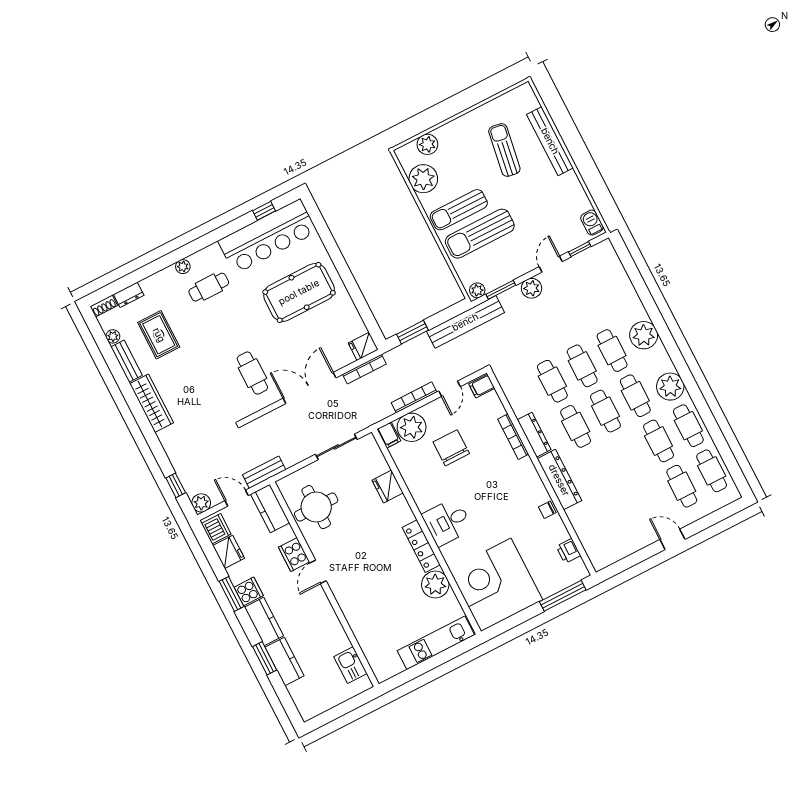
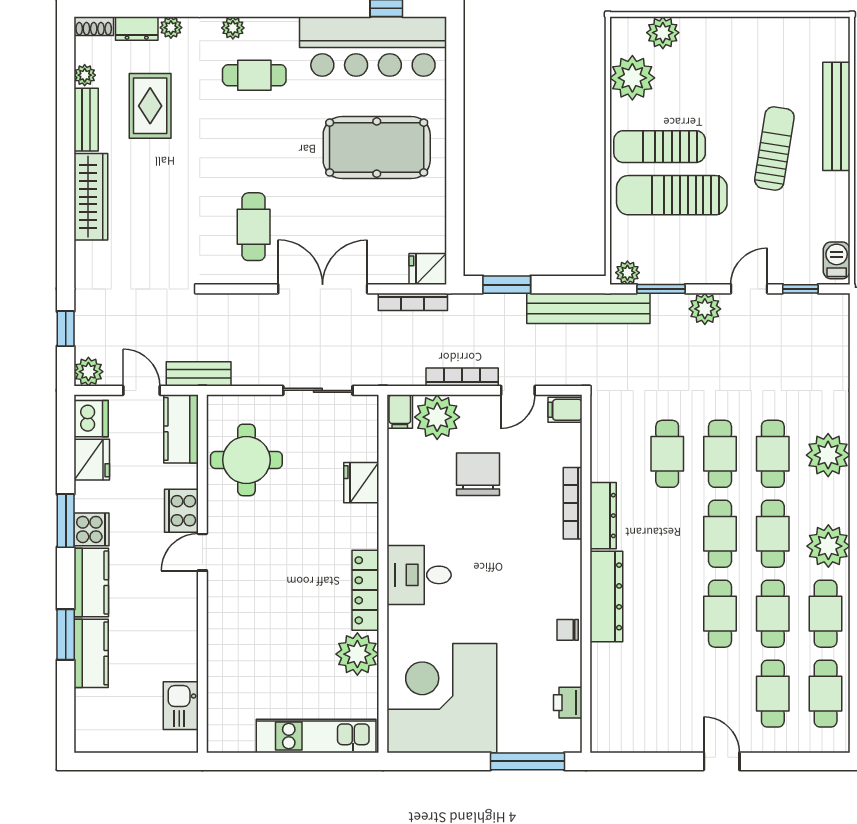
sun lounger: (504, 150) -> (774, 149), moved
plant: (148, 284) -> (171, 28), added
cafe table: (576, 426) -> (720, 614), moved

